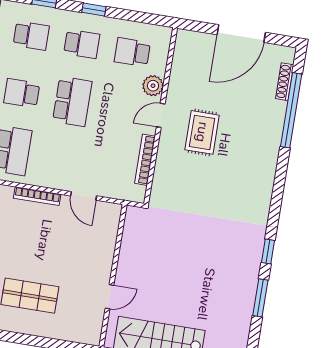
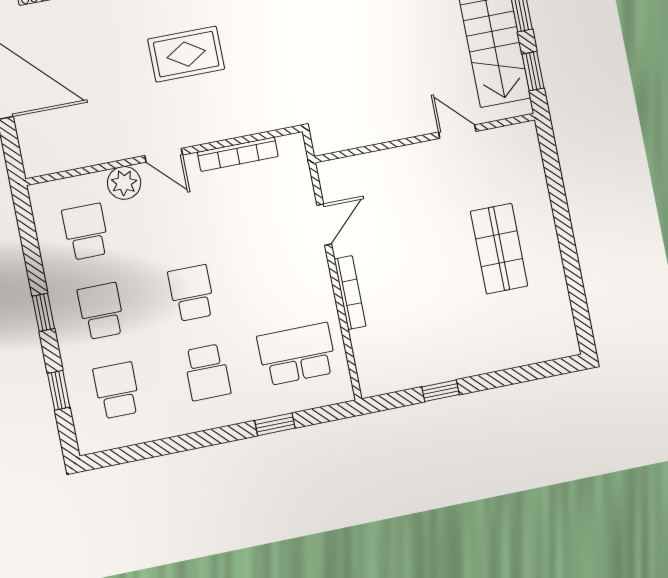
school desk: (132, 52) -> (86, 232), turned 180
school desk: (72, 101) -> (192, 293), width x0.54
rug: (202, 132) -> (186, 54), moved

